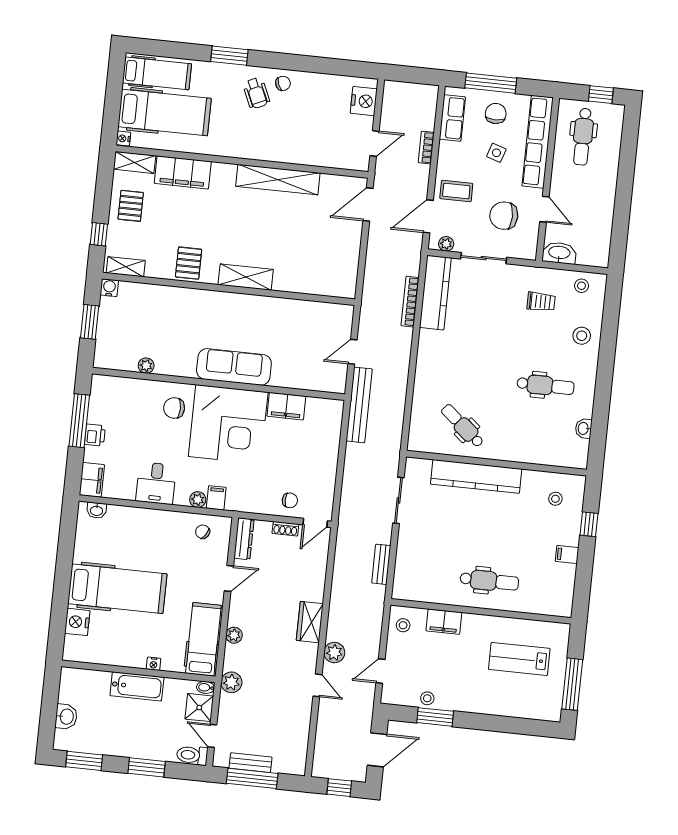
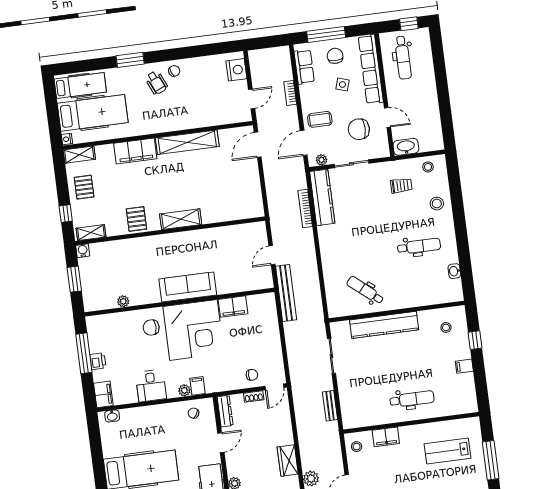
filing cabinet: (183, 172) -> (135, 151), moved

